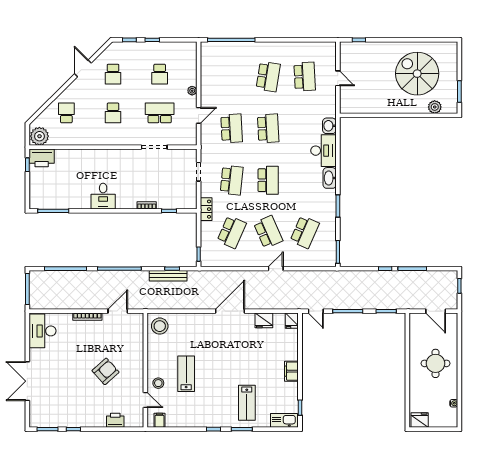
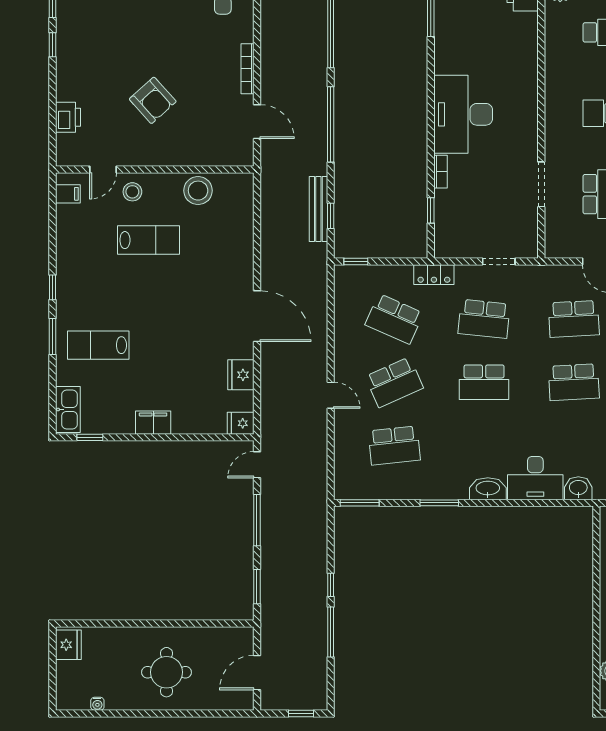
desk: (103, 196) -> (463, 114), width x1.87, depth x1.30
school desk: (305, 232) -> (394, 445), turned -30
stool: (160, 326) -> (198, 191), moved

